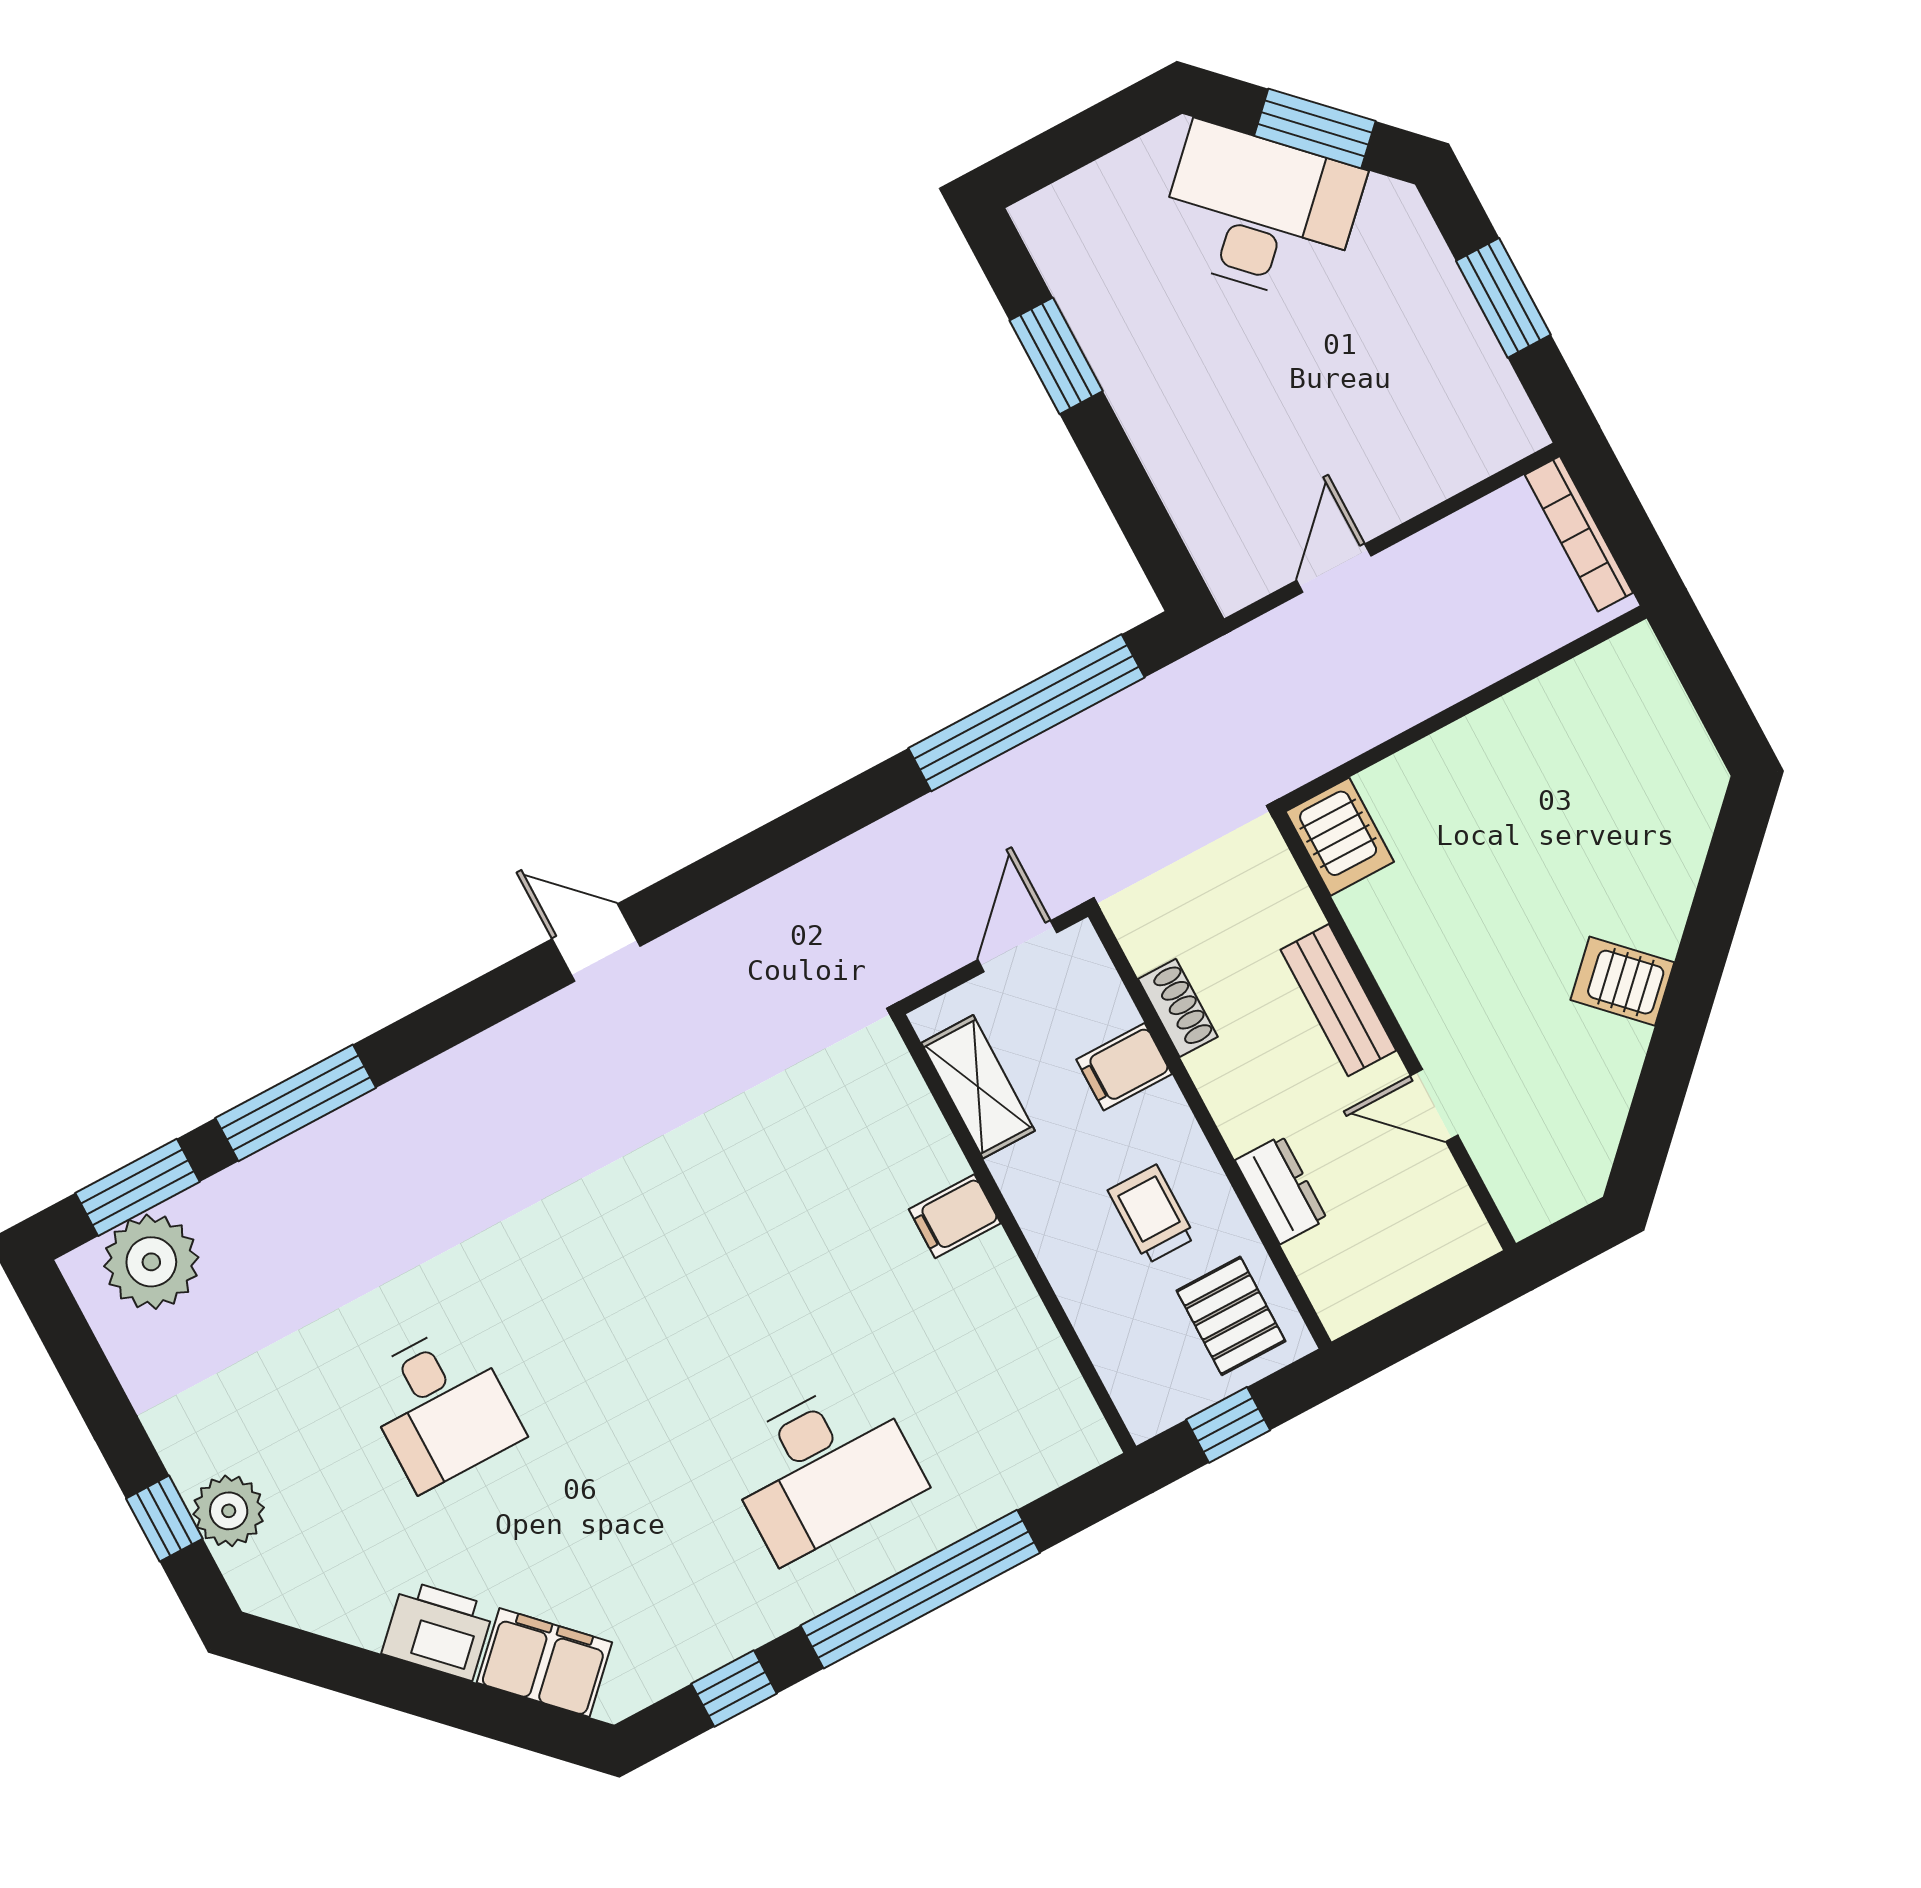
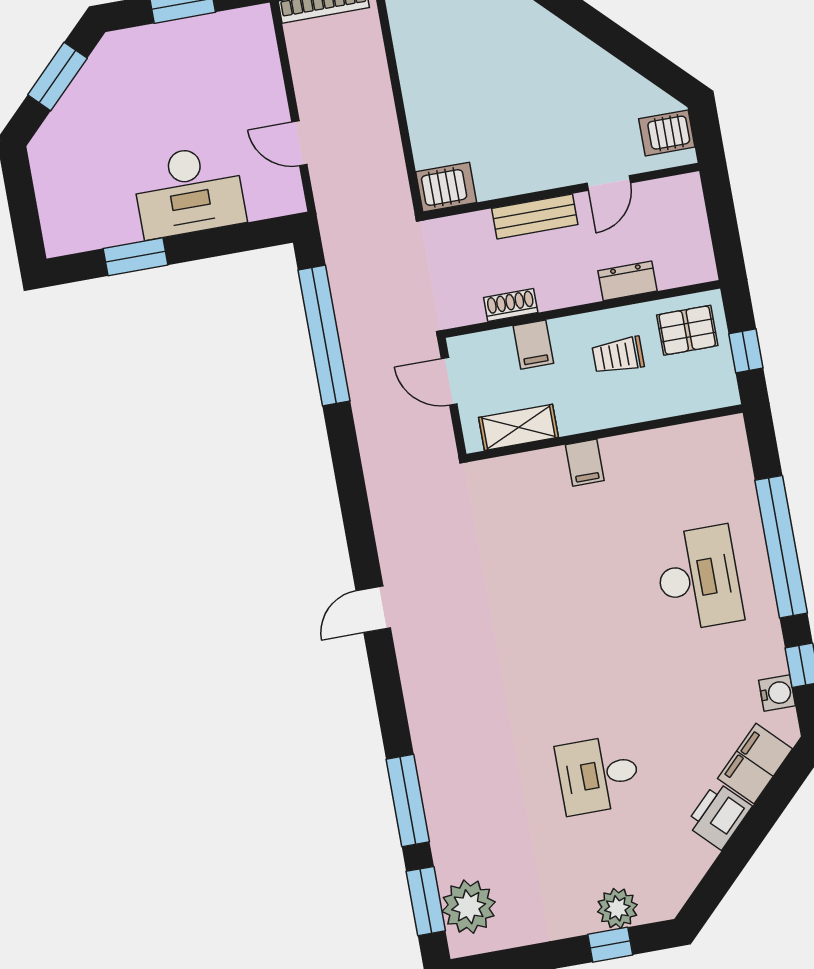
desk: (1260, 213) -> (189, 191), moved, turned -135
server rack: (1622, 981) -> (667, 133), moved, turned 45
desk: (441, 1407) -> (598, 775), turned 180
water cooler: (674, 1661) -> (777, 693), added

